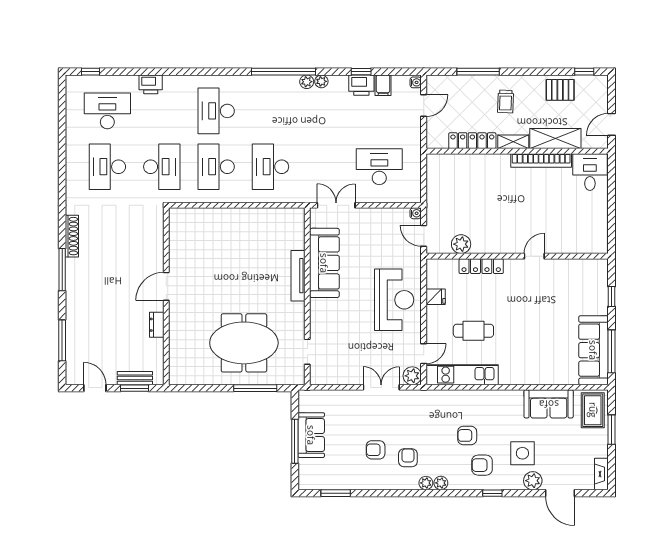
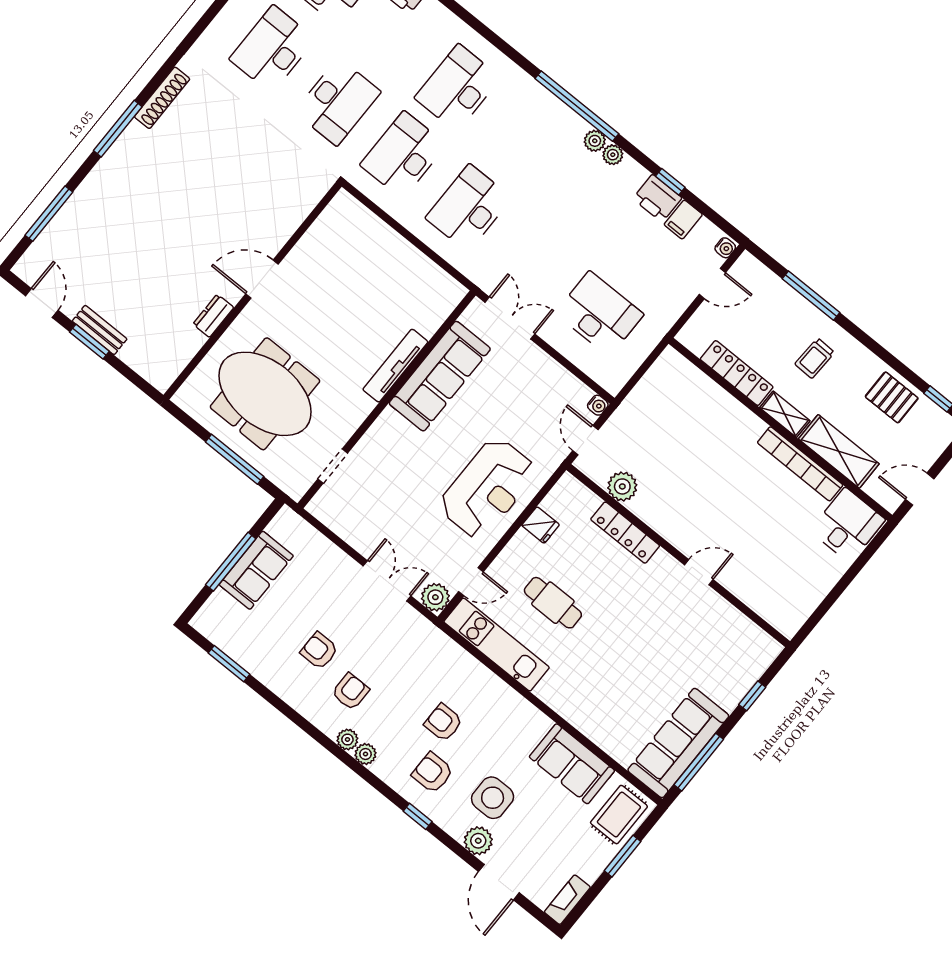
door: (166, 286) -> (262, 279), moved
wall: (166, 296) -> (252, 291), moved
dresser: (157, 325) -> (213, 316), moved

